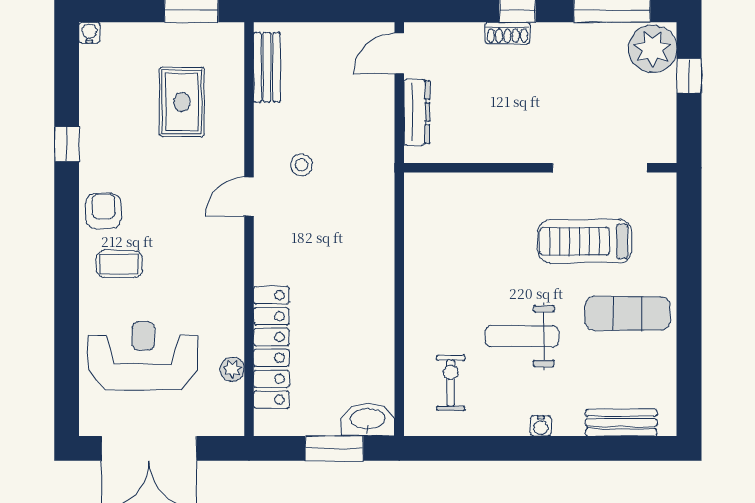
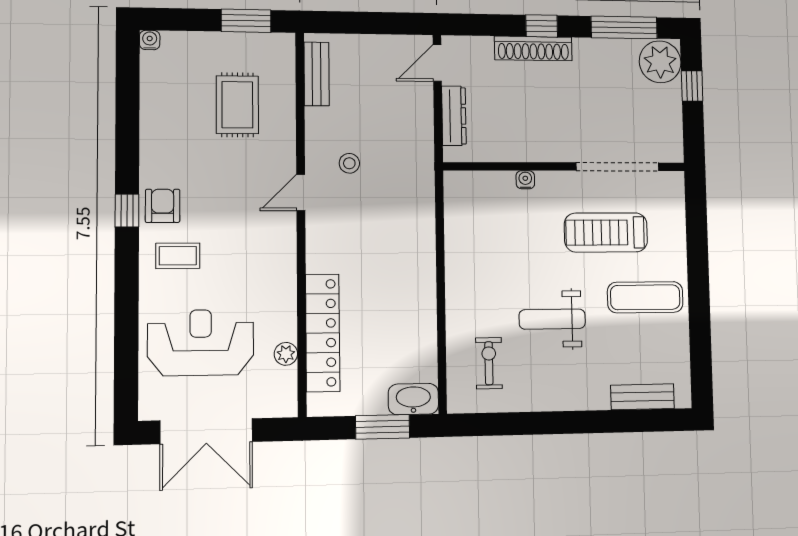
shoe rack: (507, 33) -> (533, 49), width x1.94, depth x1.24
window: (67, 144) -> (127, 211), moved
water cooler: (541, 426) -> (525, 180), moved, turned 180

